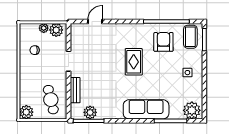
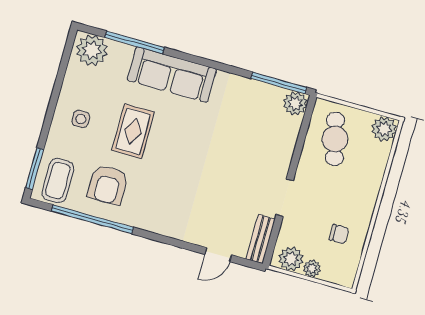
rug: (134, 62) -> (133, 131), moved
bench: (75, 90) -> (261, 239), moved
plant: (90, 112) -> (295, 103), moved

